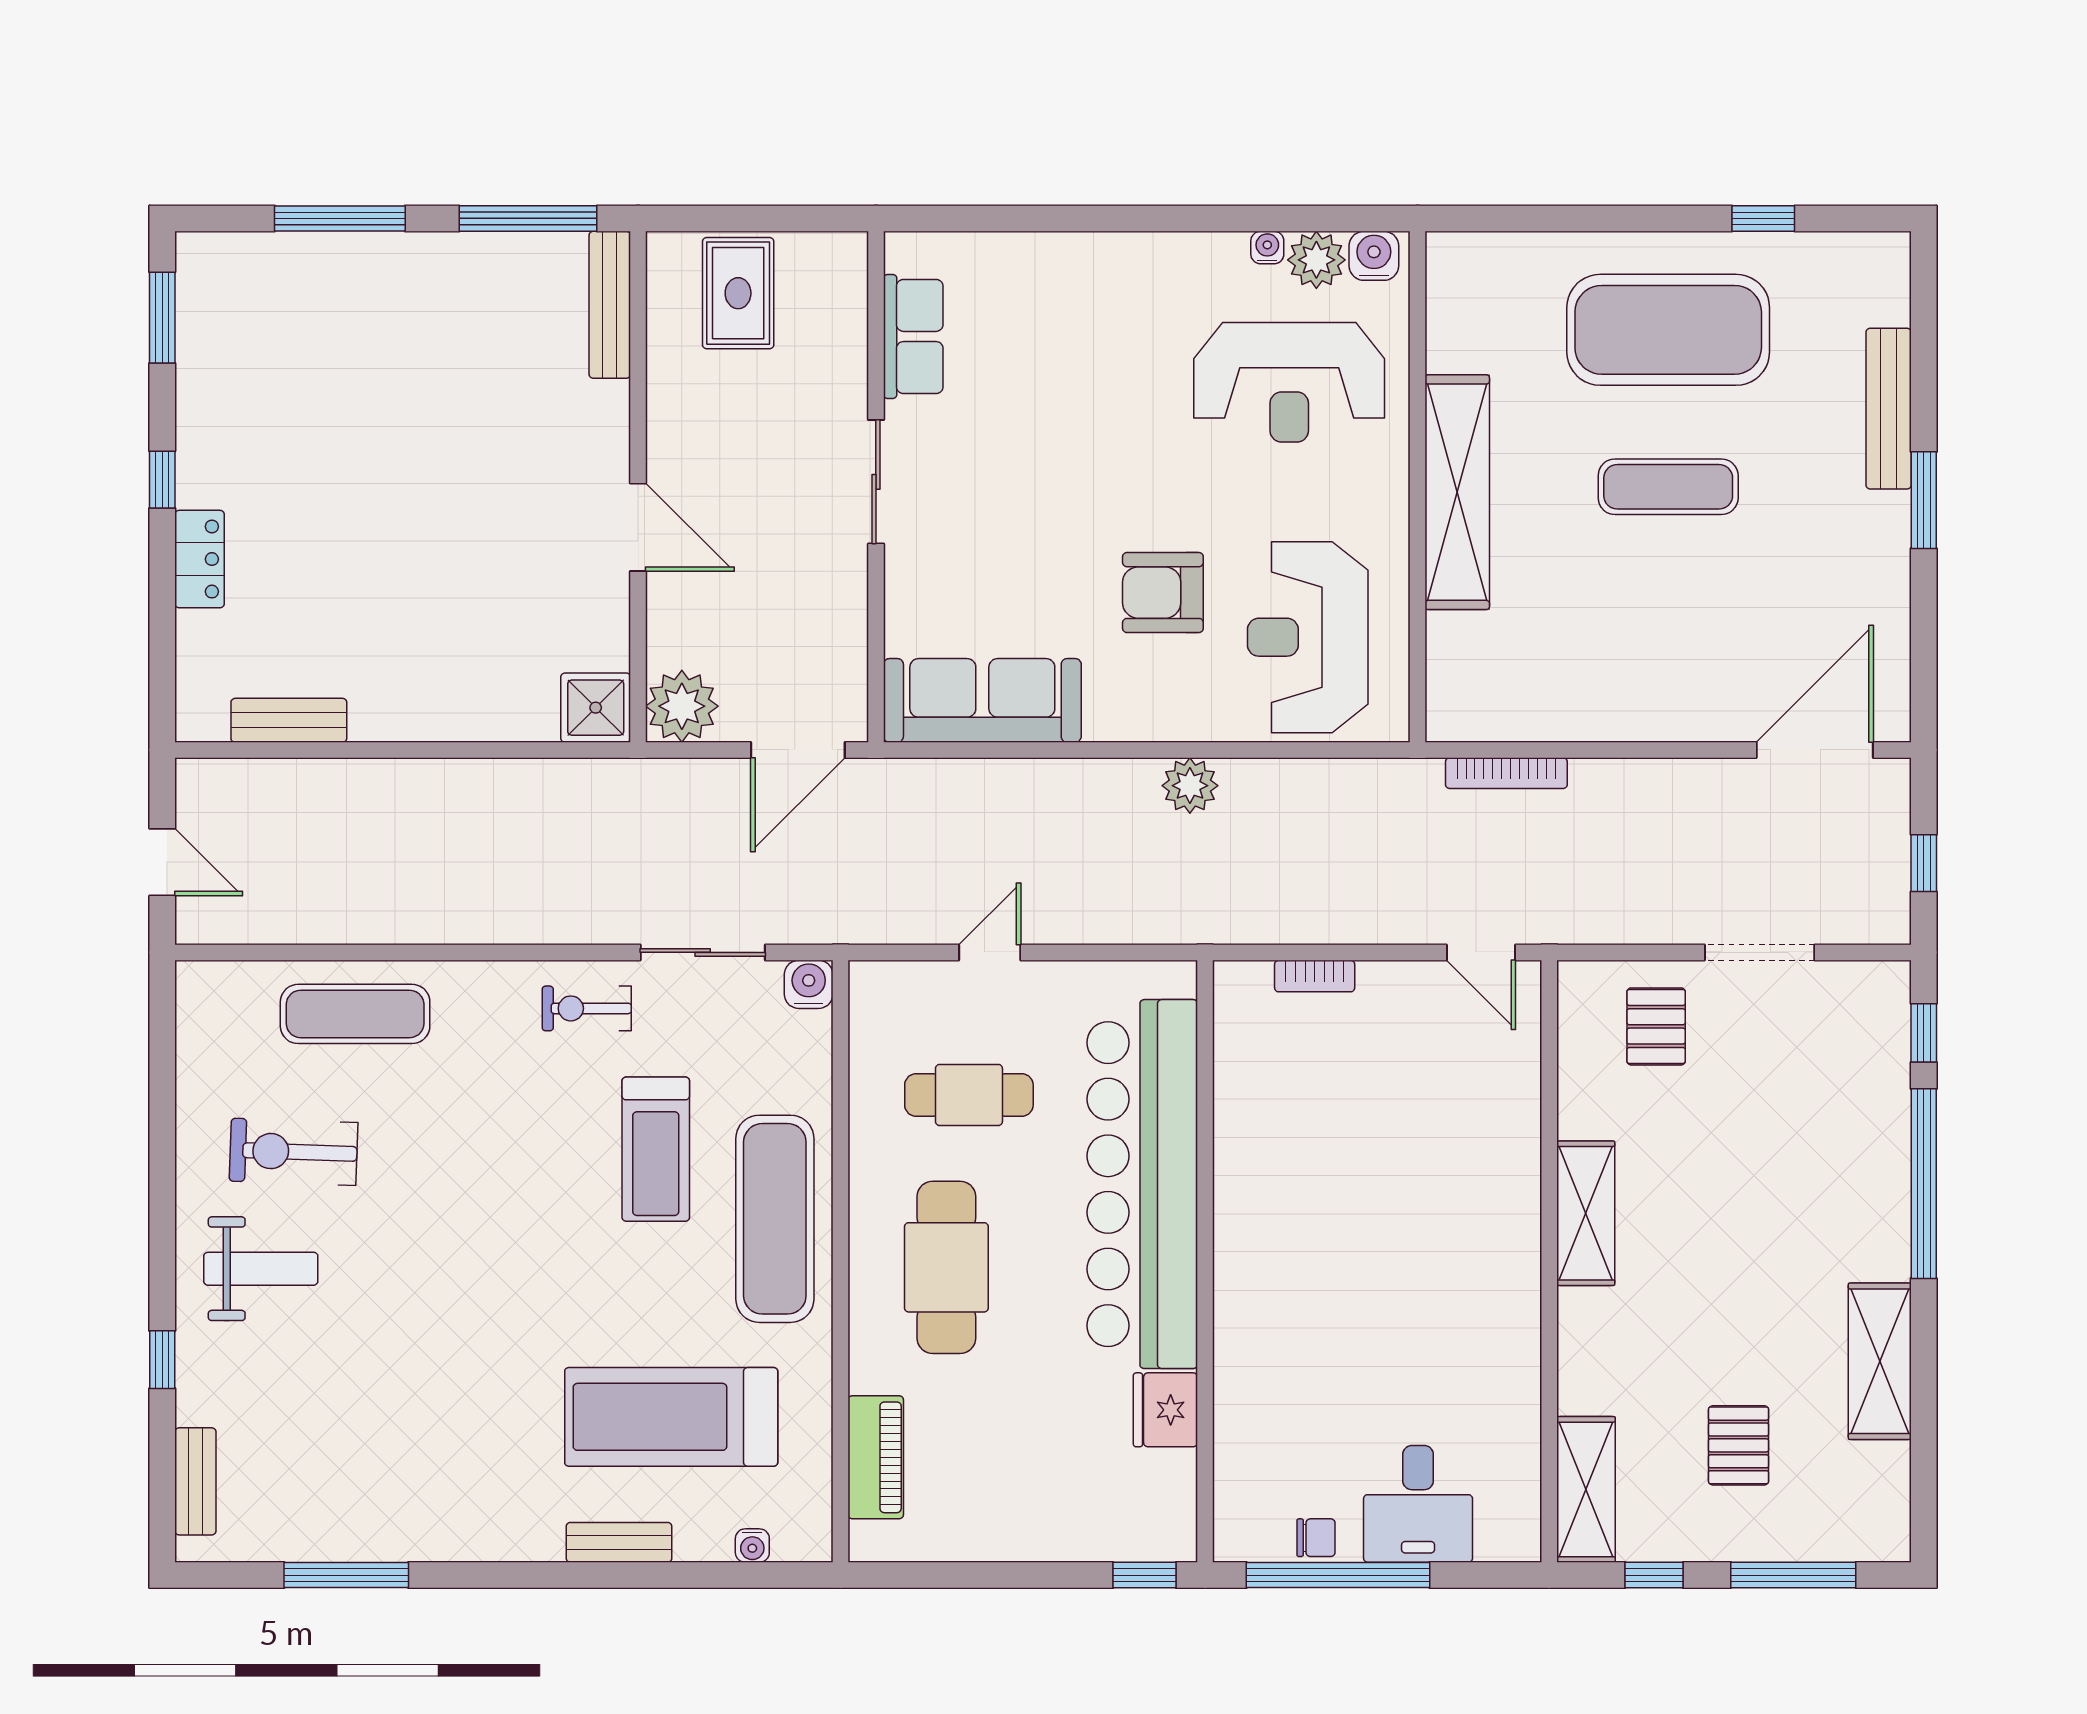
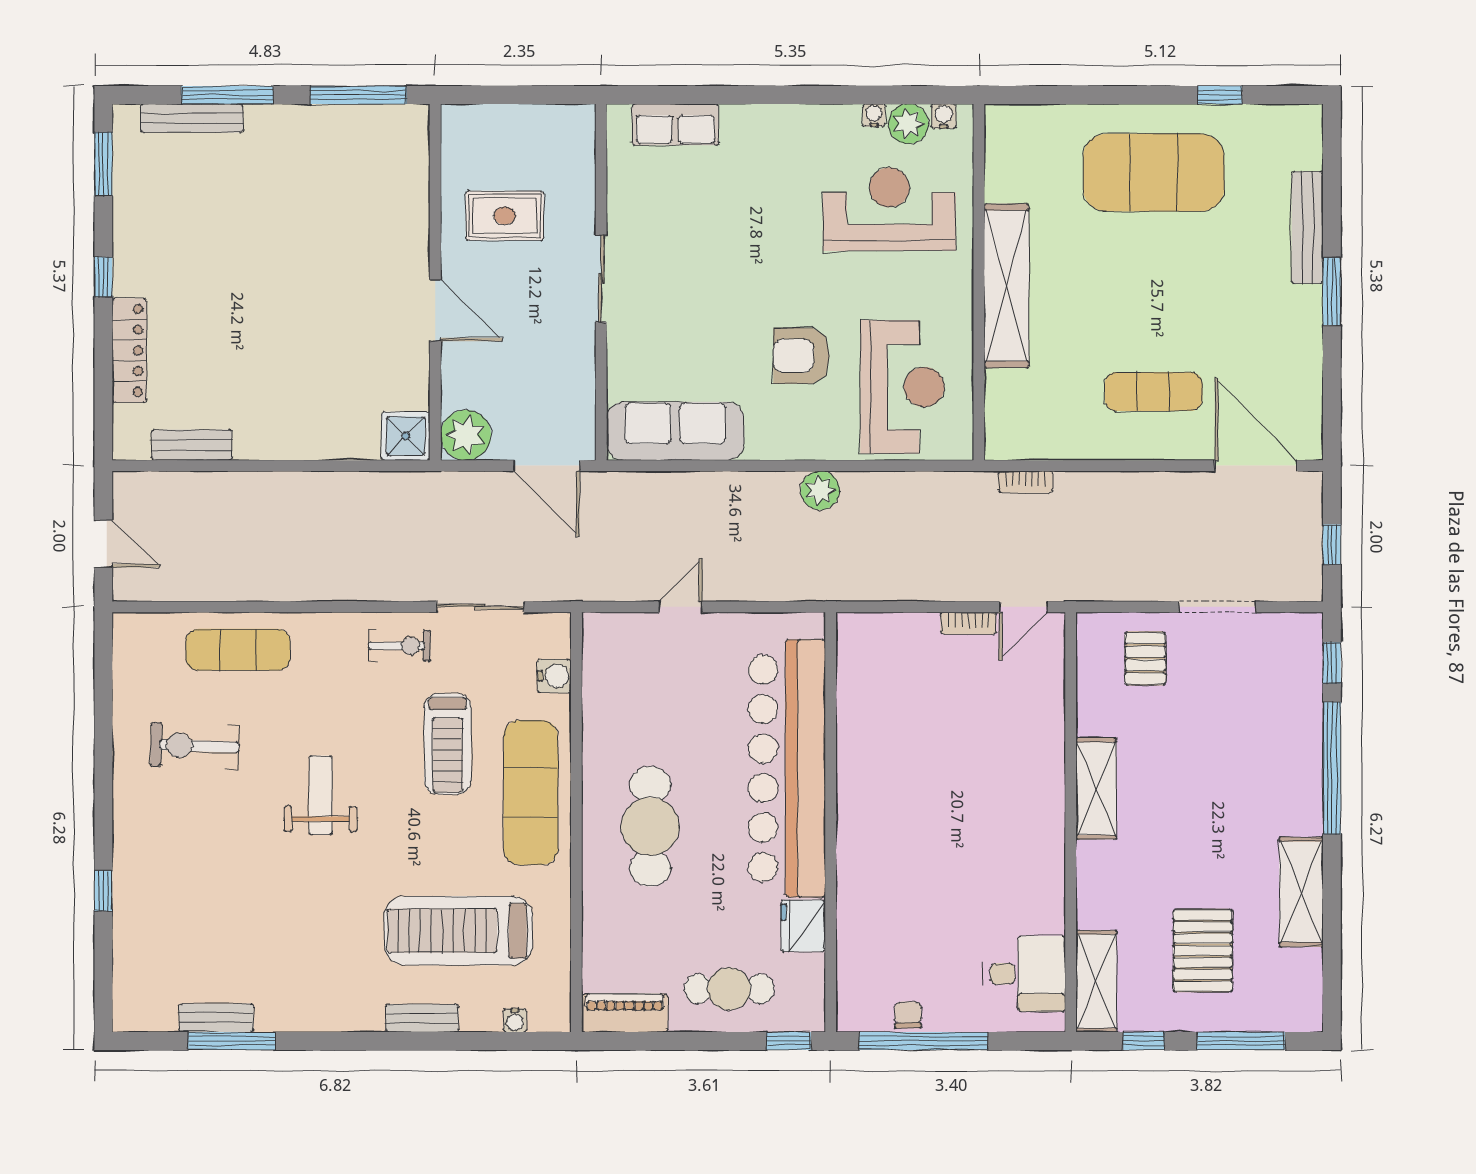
water cooler: (1374, 256) -> (944, 116), width x0.72, depth x0.72
rug: (738, 293) -> (505, 216), moved, turned 90
bench: (610, 305) -> (192, 118), moved, turned 90
row of seats: (913, 336) -> (675, 124), moved, turned 90
reception desk: (1289, 382) -> (889, 209), turned 180
exercise mat: (1668, 487) -> (1154, 392), moved
locker: (200, 559) -> (129, 350), width x1.53
reception desk: (1308, 637) -> (902, 387), turned 180
door: (798, 750) -> (547, 466), hinge flipped
door: (1815, 750) -> (1256, 466), hinge flipped
bookcase: (1506, 773) -> (1026, 482), width x0.64
door: (1481, 952) -> (1023, 607), hinge flipped
bookcase: (1315, 976) -> (968, 623), moved
water cooler: (809, 984) -> (554, 676), moved, turned 90
exercise bike: (587, 1008) -> (399, 646), turned 180
cafe table: (969, 1095) -> (729, 989), moved
weight bench: (261, 1269) -> (321, 795), moved, turned -90
pallet: (1739, 1445) -> (1203, 951), width x1.50, depth x1.42
piano: (876, 1457) -> (625, 1013), moved, turned -90
bench: (195, 1481) -> (216, 1018), moved, turned 90
desk: (1418, 1504) -> (1025, 974), moved, turned -90
chair: (1316, 1538) -> (908, 1015), turned -90

